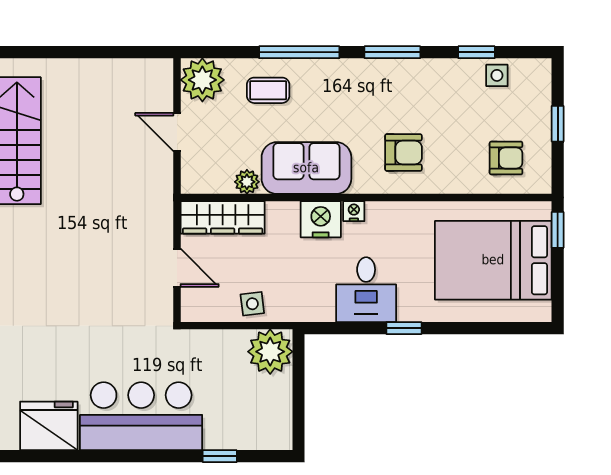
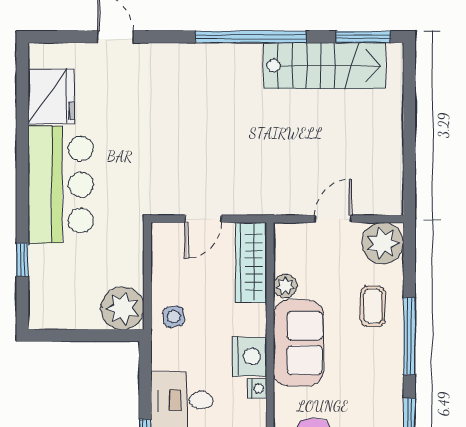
side table: (252, 304) -> (174, 317), moved

